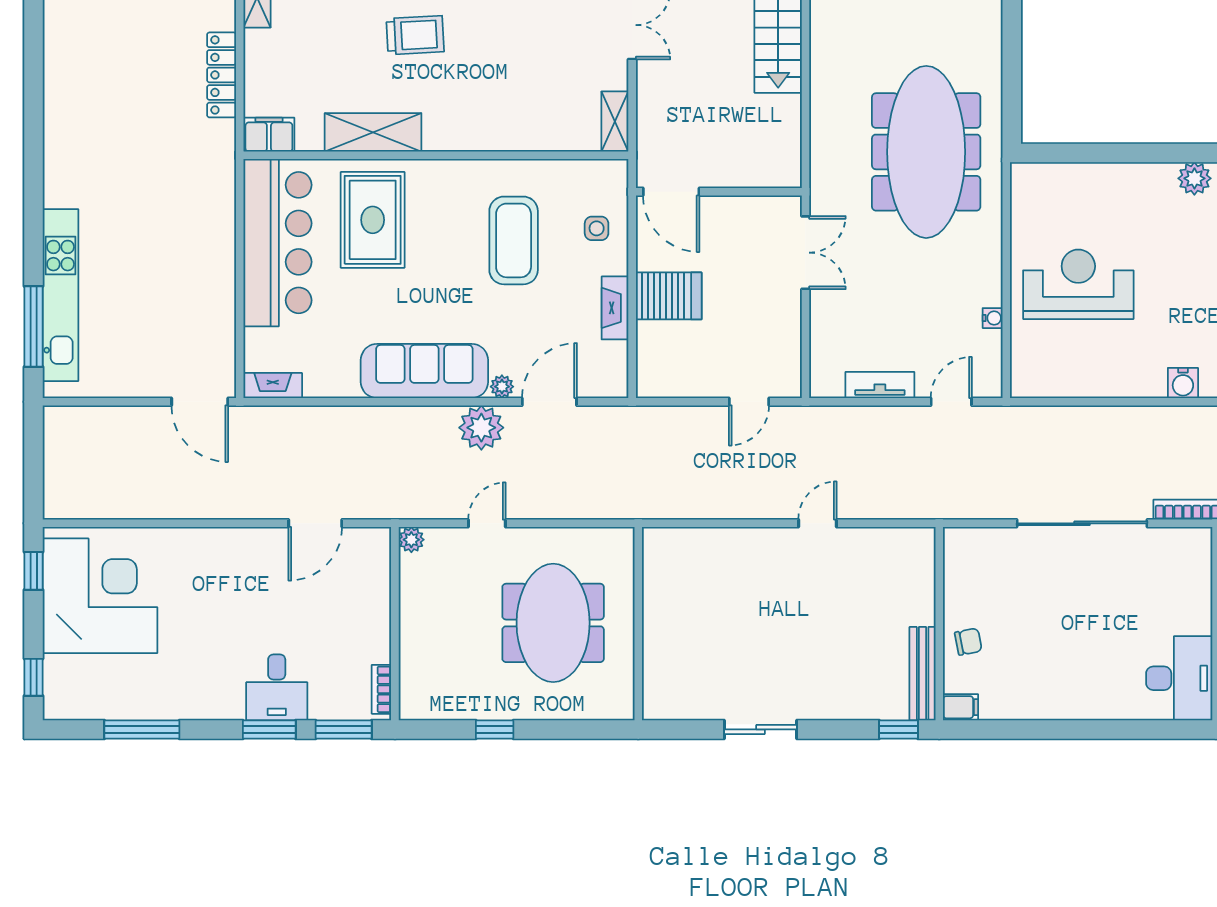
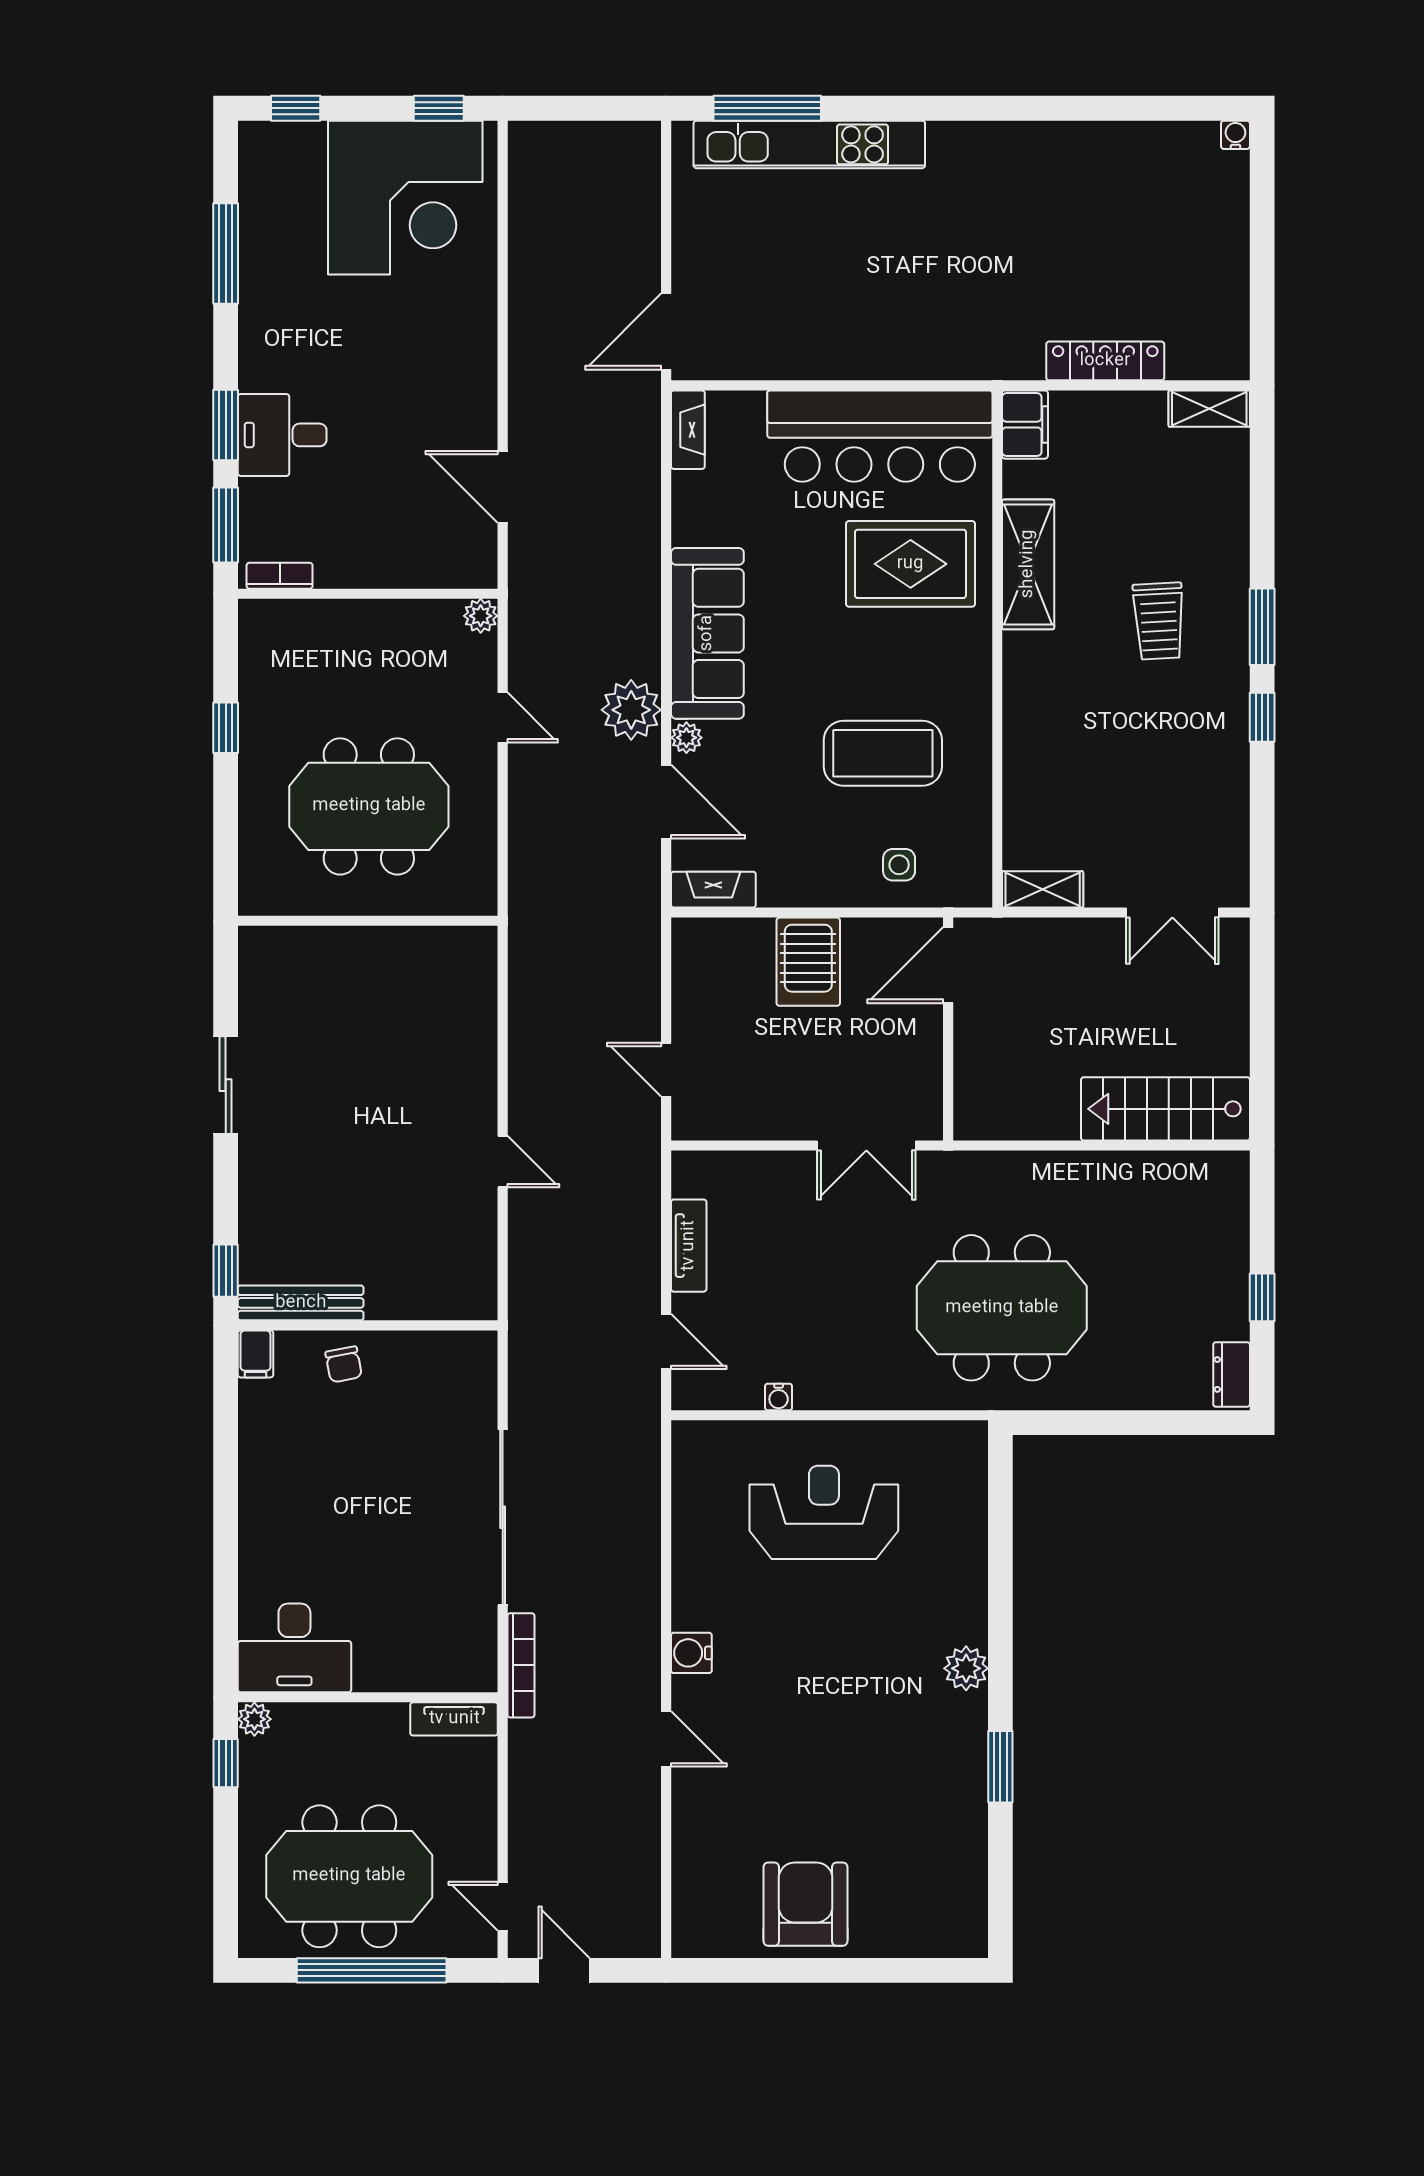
meeting table: (926, 152) -> (1002, 1308), width x0.73
reception desk: (1078, 284) -> (824, 1512), turned -90
fireplace: (615, 308) -> (713, 890), moved

